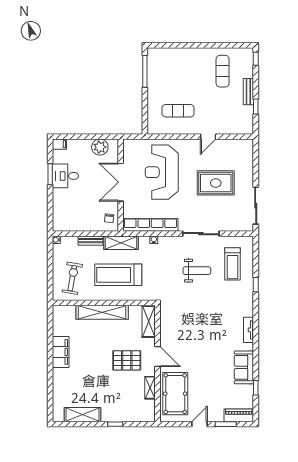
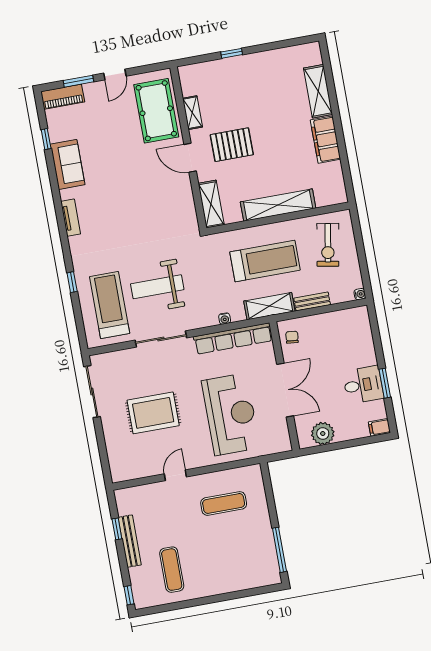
bench: (248, 92) -> (130, 541), width x1.36
treadmill: (232, 264) -> (110, 305), width x1.37, depth x1.38
weight bench: (197, 271) -> (157, 287), width x1.36, depth x1.33
shelving: (83, 415) -> (318, 91), moved, turned 90

